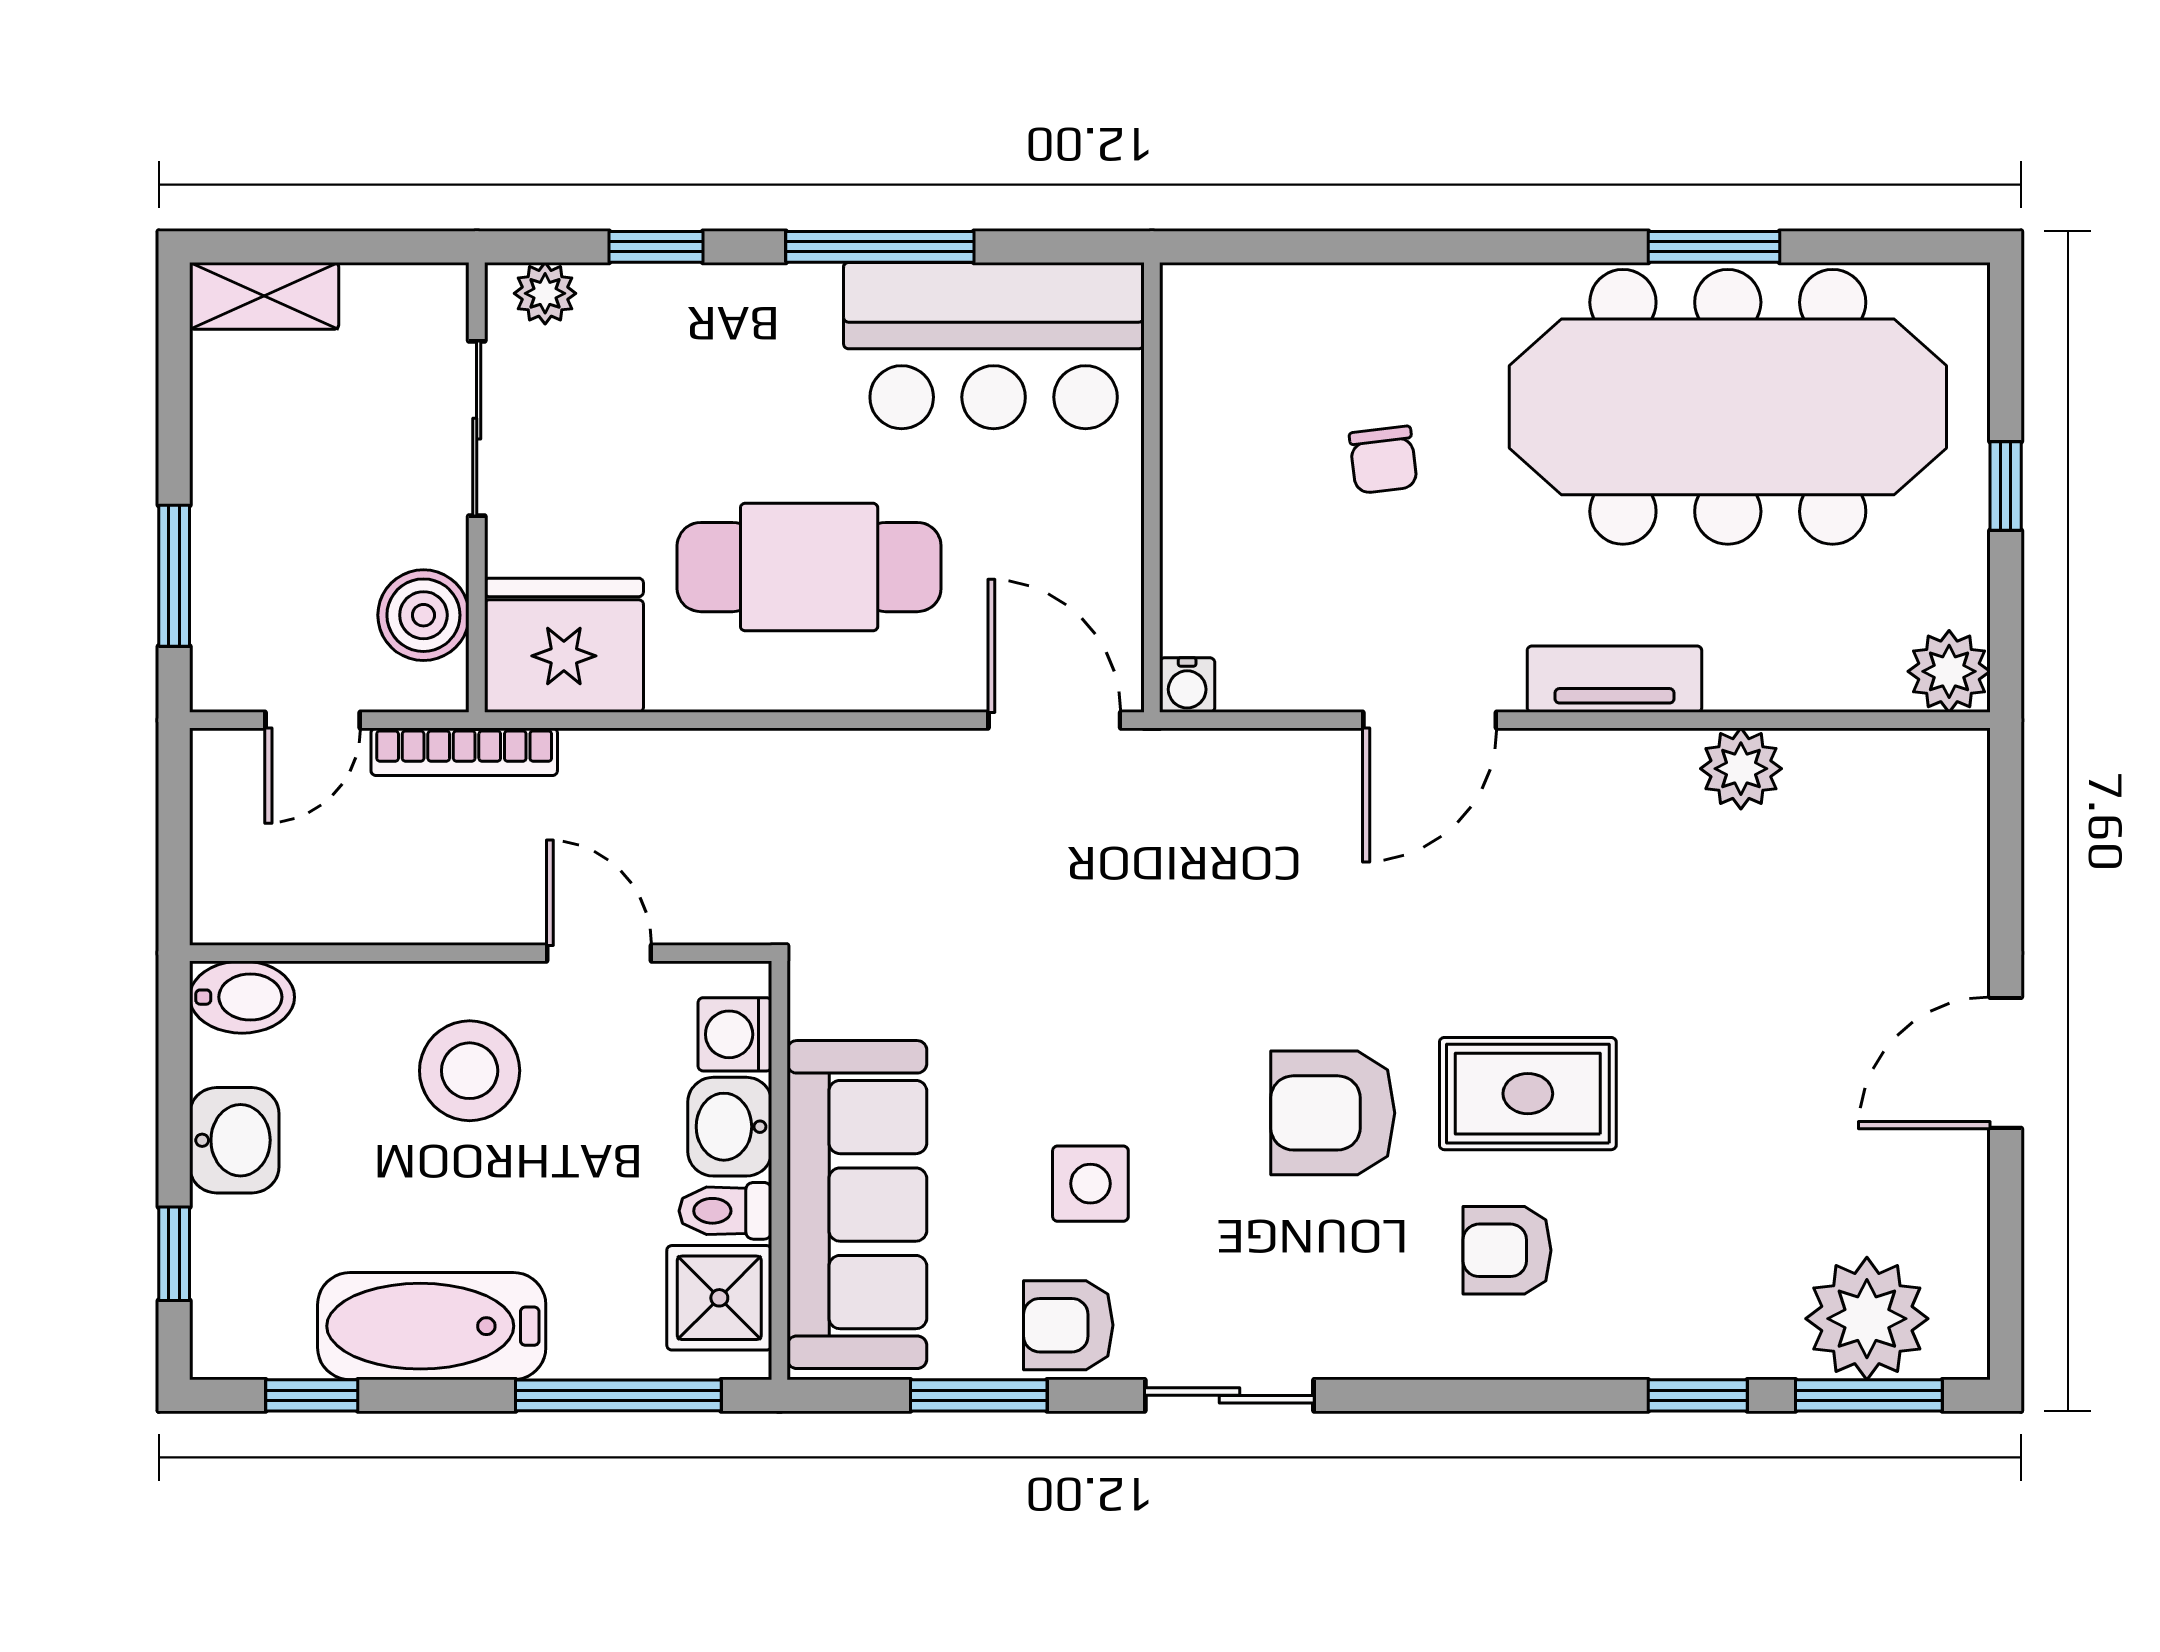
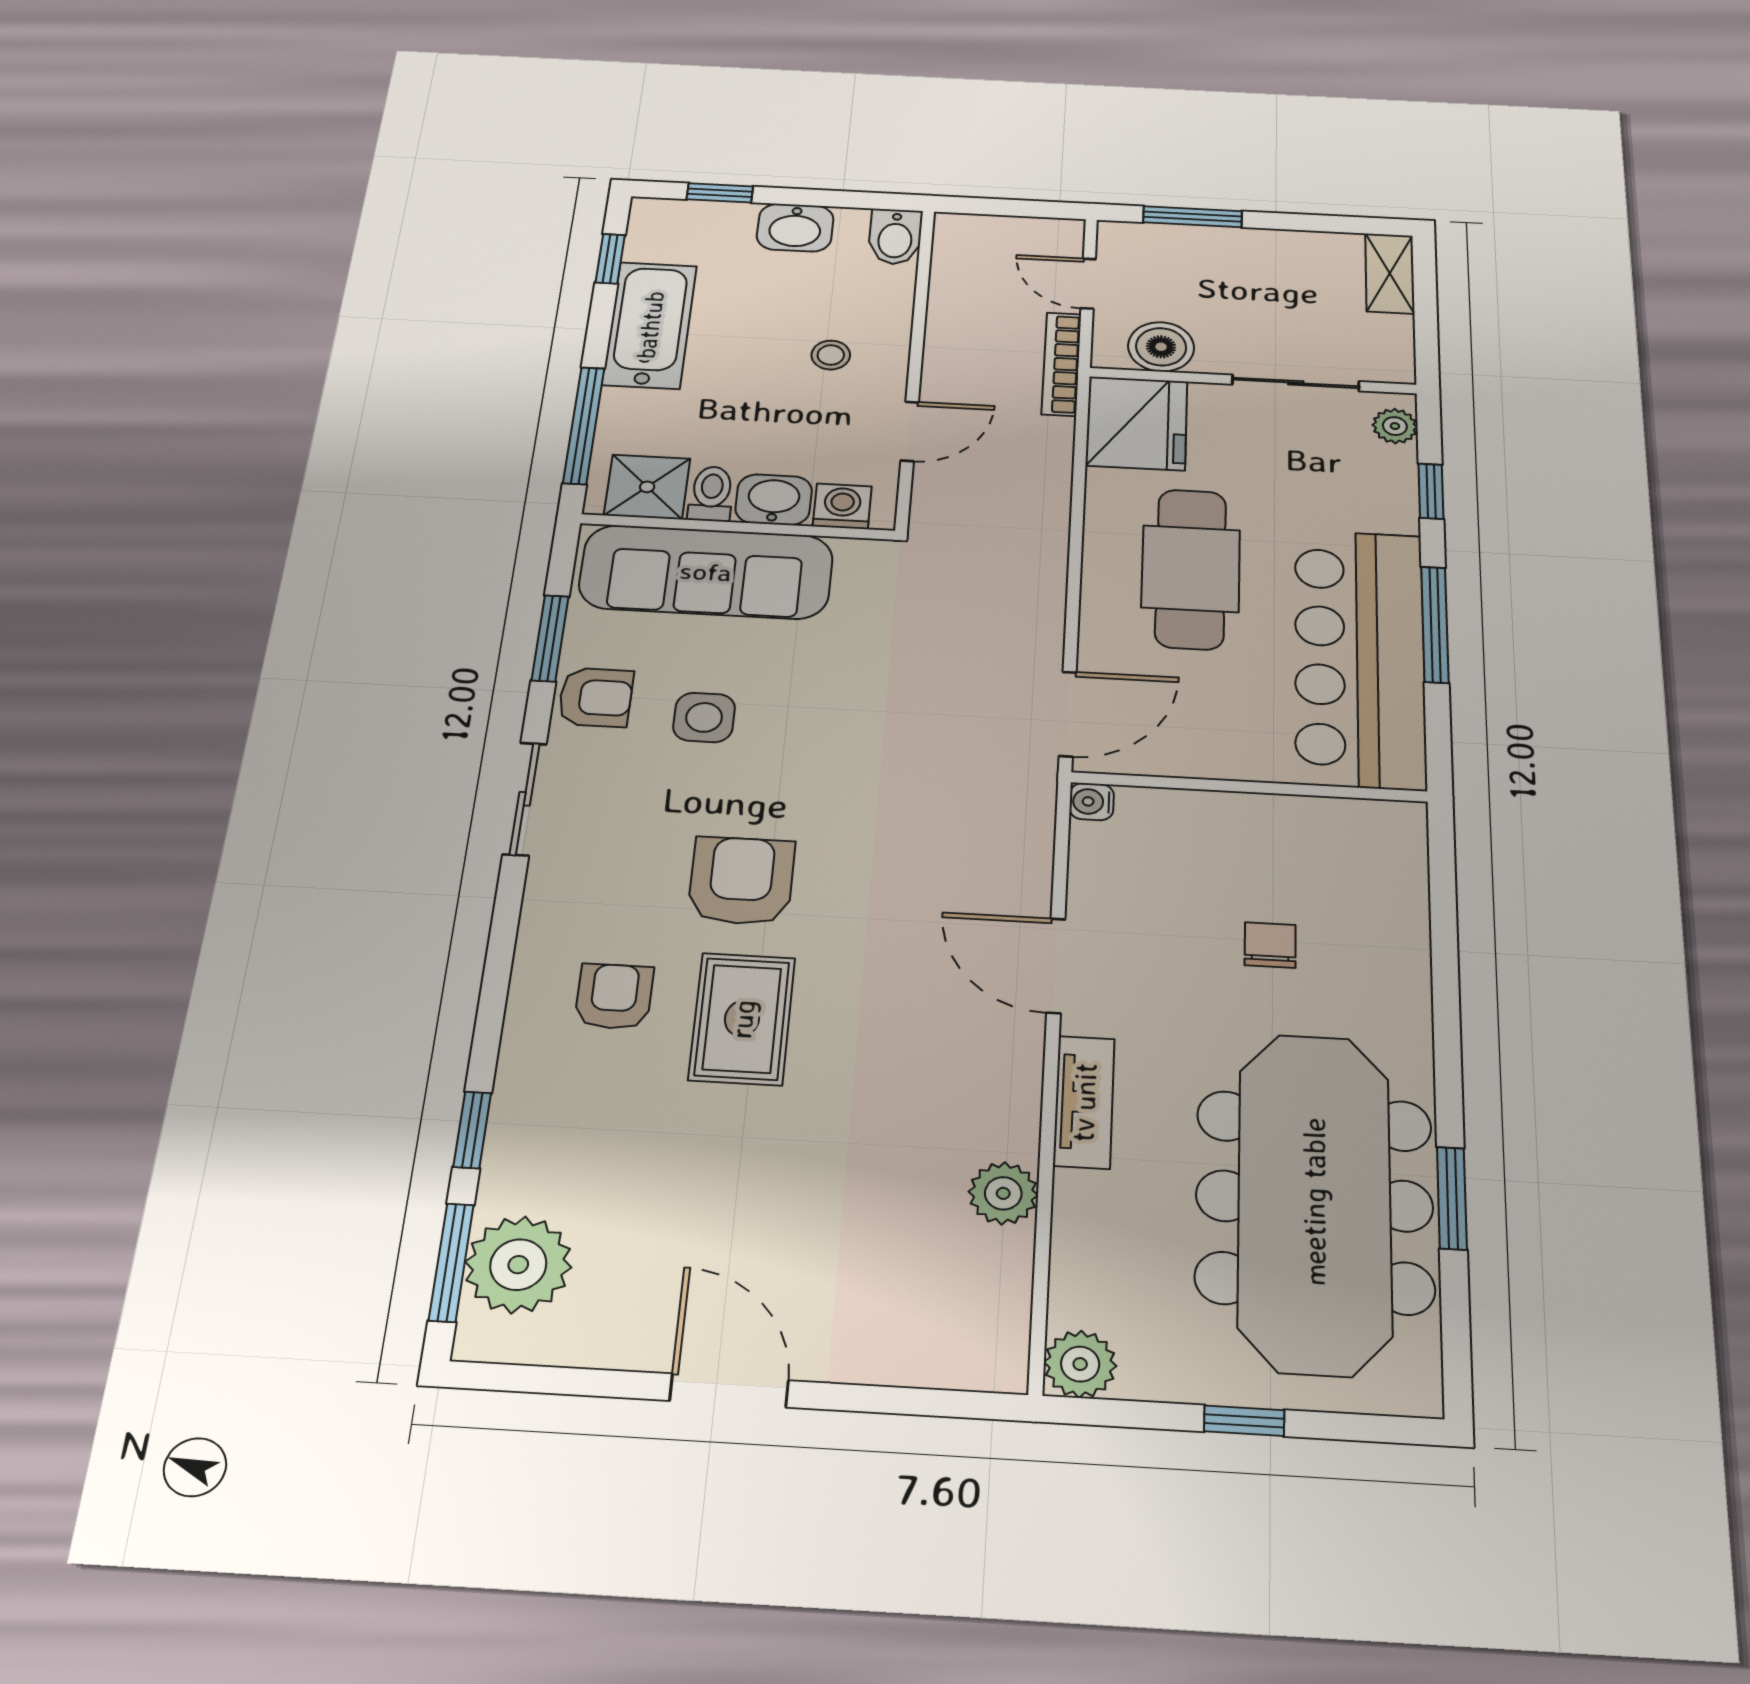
bar counter: (994, 346) -> (1360, 657), width x1.36
chair: (1383, 460) -> (1270, 945), turned 97
stool: (470, 1071) -> (831, 355), width x0.53, depth x0.53
armchair: (1068, 1325) -> (596, 697), turned 90

